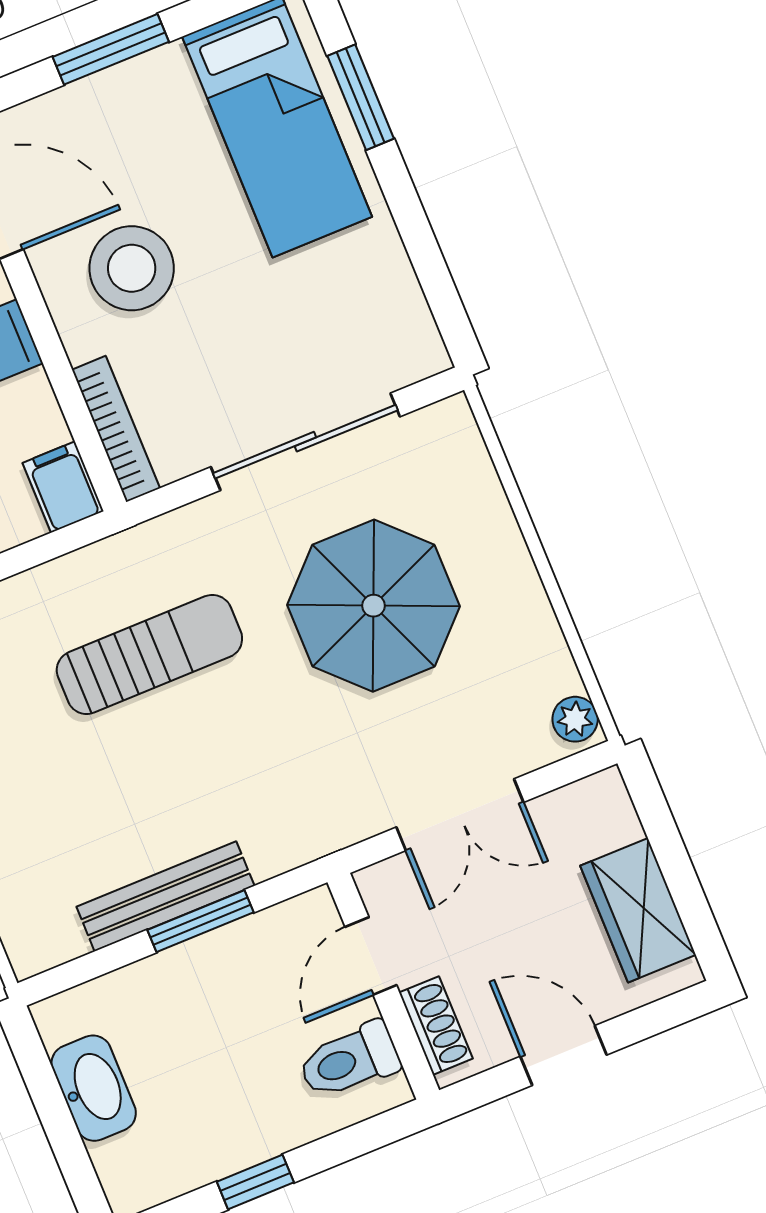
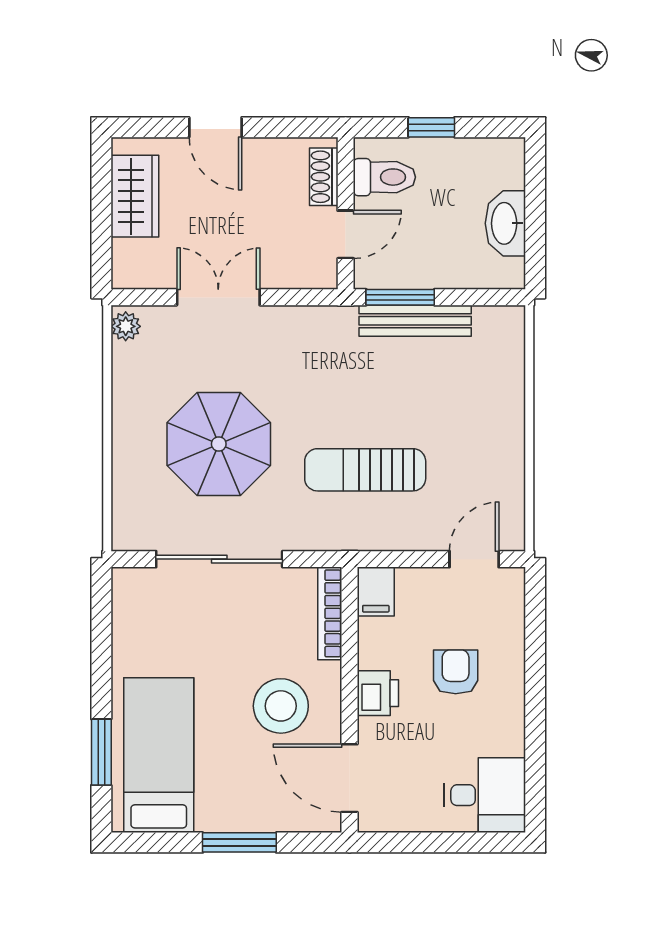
door: (371, 956) -> (346, 234), moved
wall: (383, 986) -> (346, 213), moved
shoe rack: (436, 1026) -> (324, 177), moved
toilet: (349, 1061) -> (384, 177), moved

